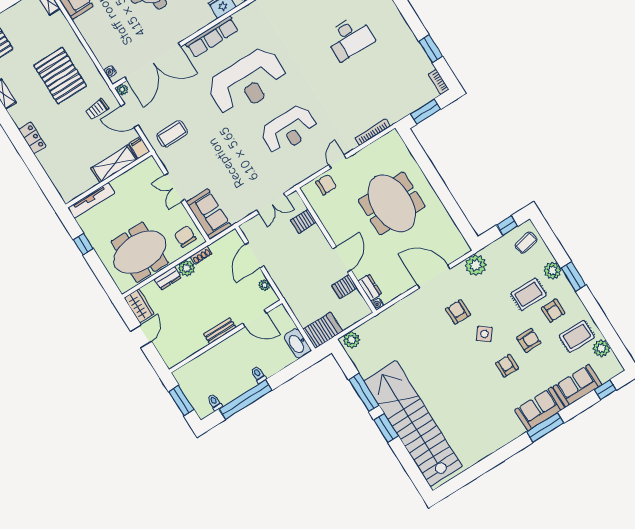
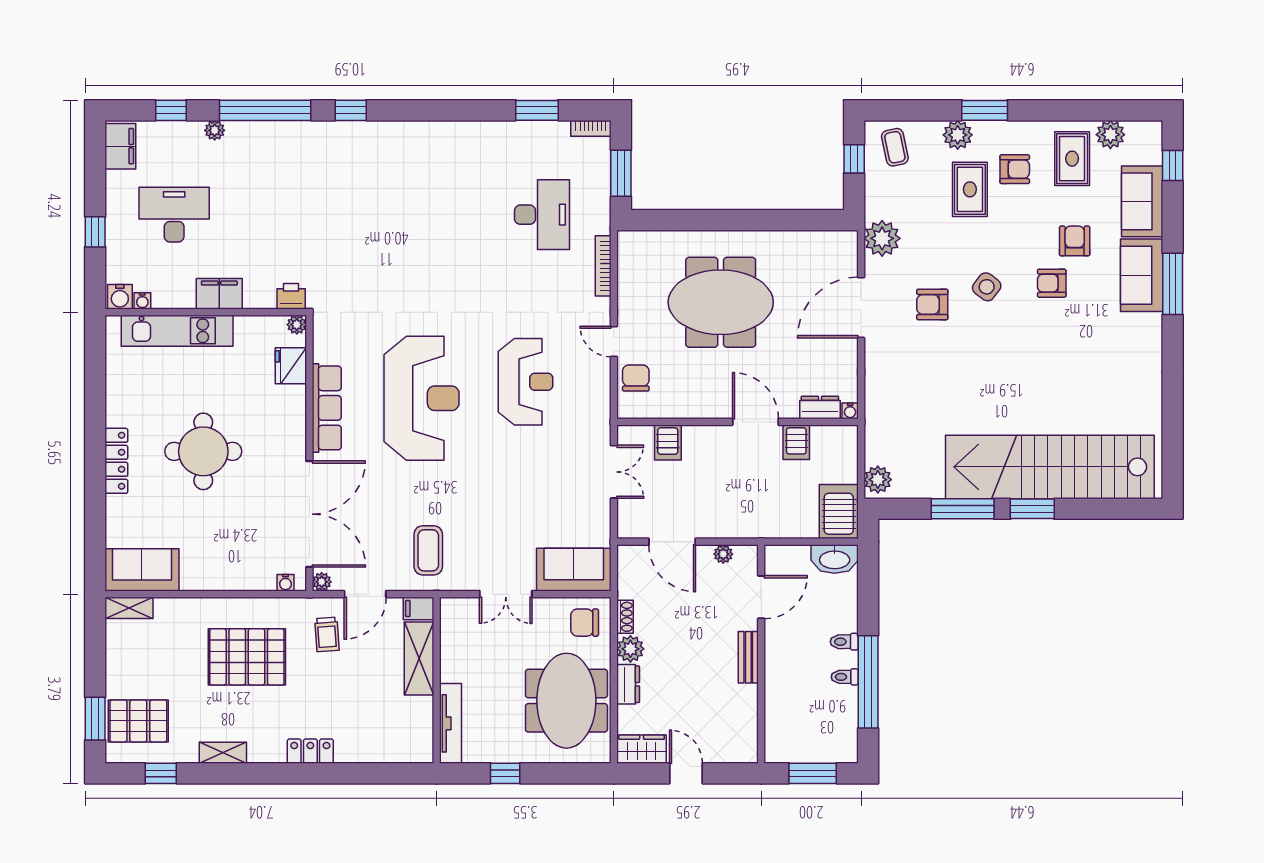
desk: (350, 38) -> (542, 215), moved
armchair: (529, 340) -> (1075, 241), moved
toilet: (215, 402) -> (845, 677), moved

